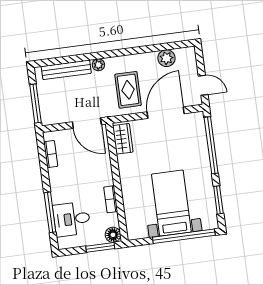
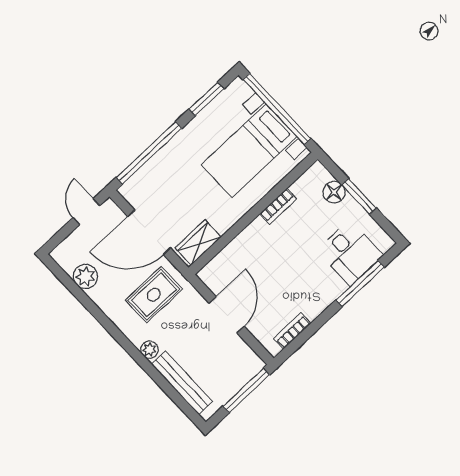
wardrobe: (123, 139) -> (198, 242), moved
wall: (117, 182) -> (253, 213), moved
bookcase: (111, 199) -> (278, 206), moved

